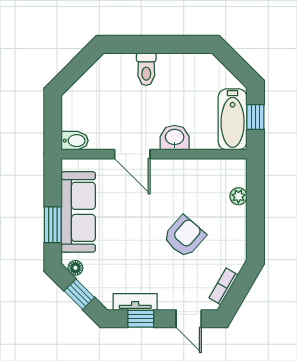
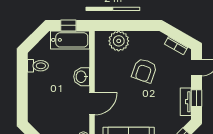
toilet: (146, 69) -> (38, 66), moved
plant: (238, 196) -> (119, 41), width x1.88, depth x1.88
armchair: (184, 236) -> (144, 71), turned -112

